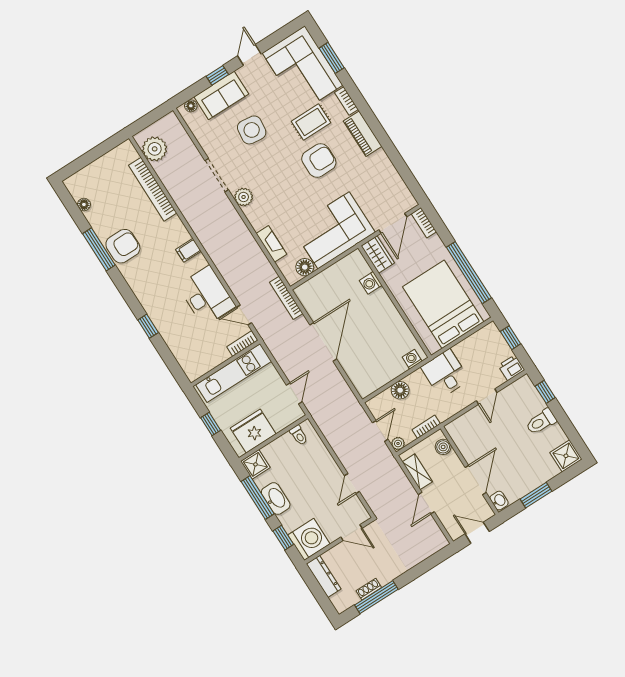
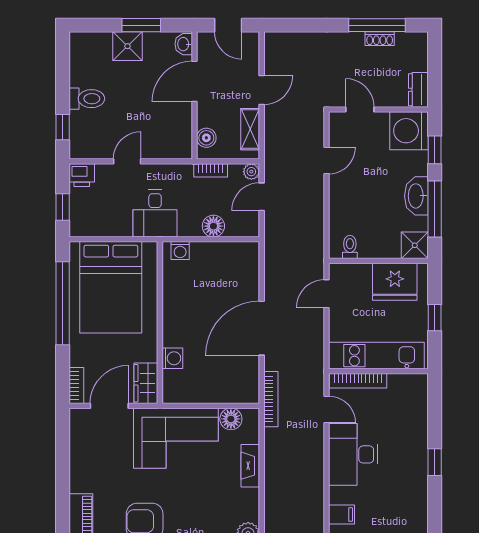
bookcase: (242, 344) -> (358, 381), width x1.56
shower: (566, 456) -> (127, 46), moved
dresser: (324, 576) -> (418, 90), width x0.70

